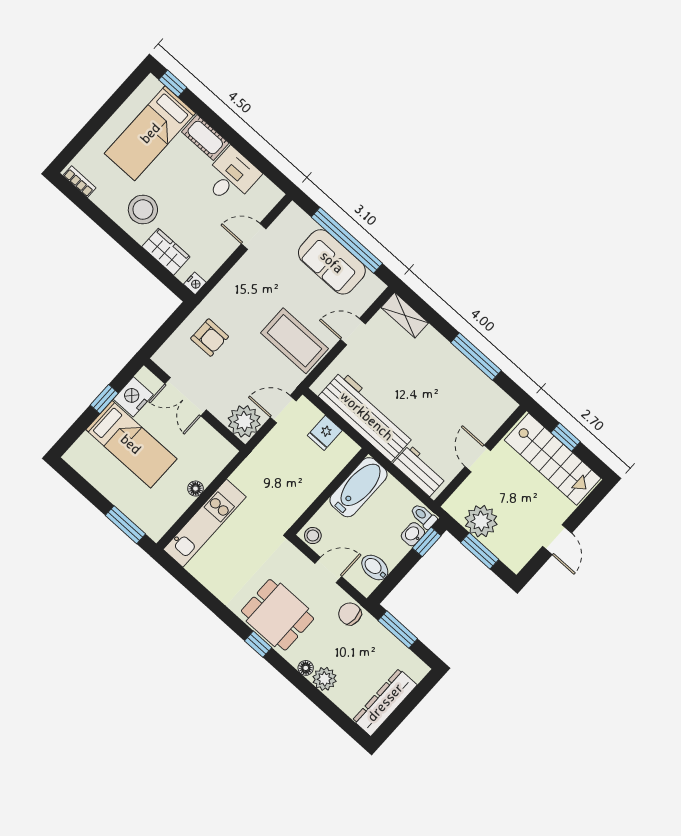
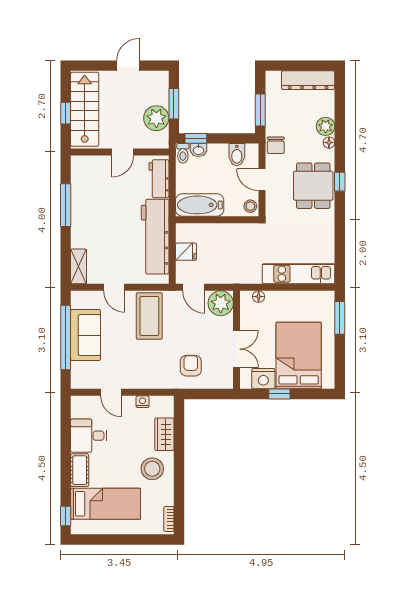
nightstand: (195, 283) -> (143, 402), moved
bed: (131, 444) -> (299, 356), width x1.50
floor lamp: (195, 489) -> (259, 297), moved

